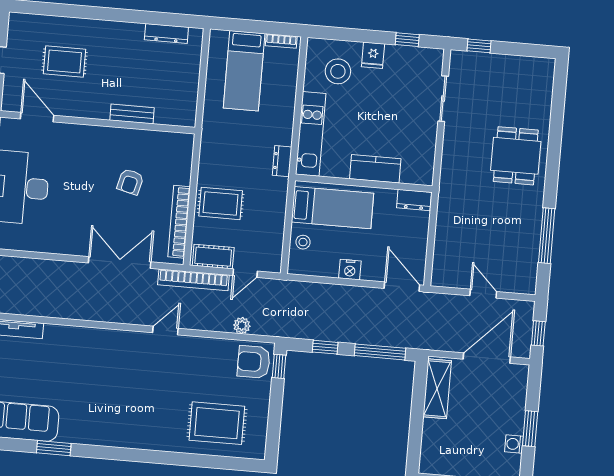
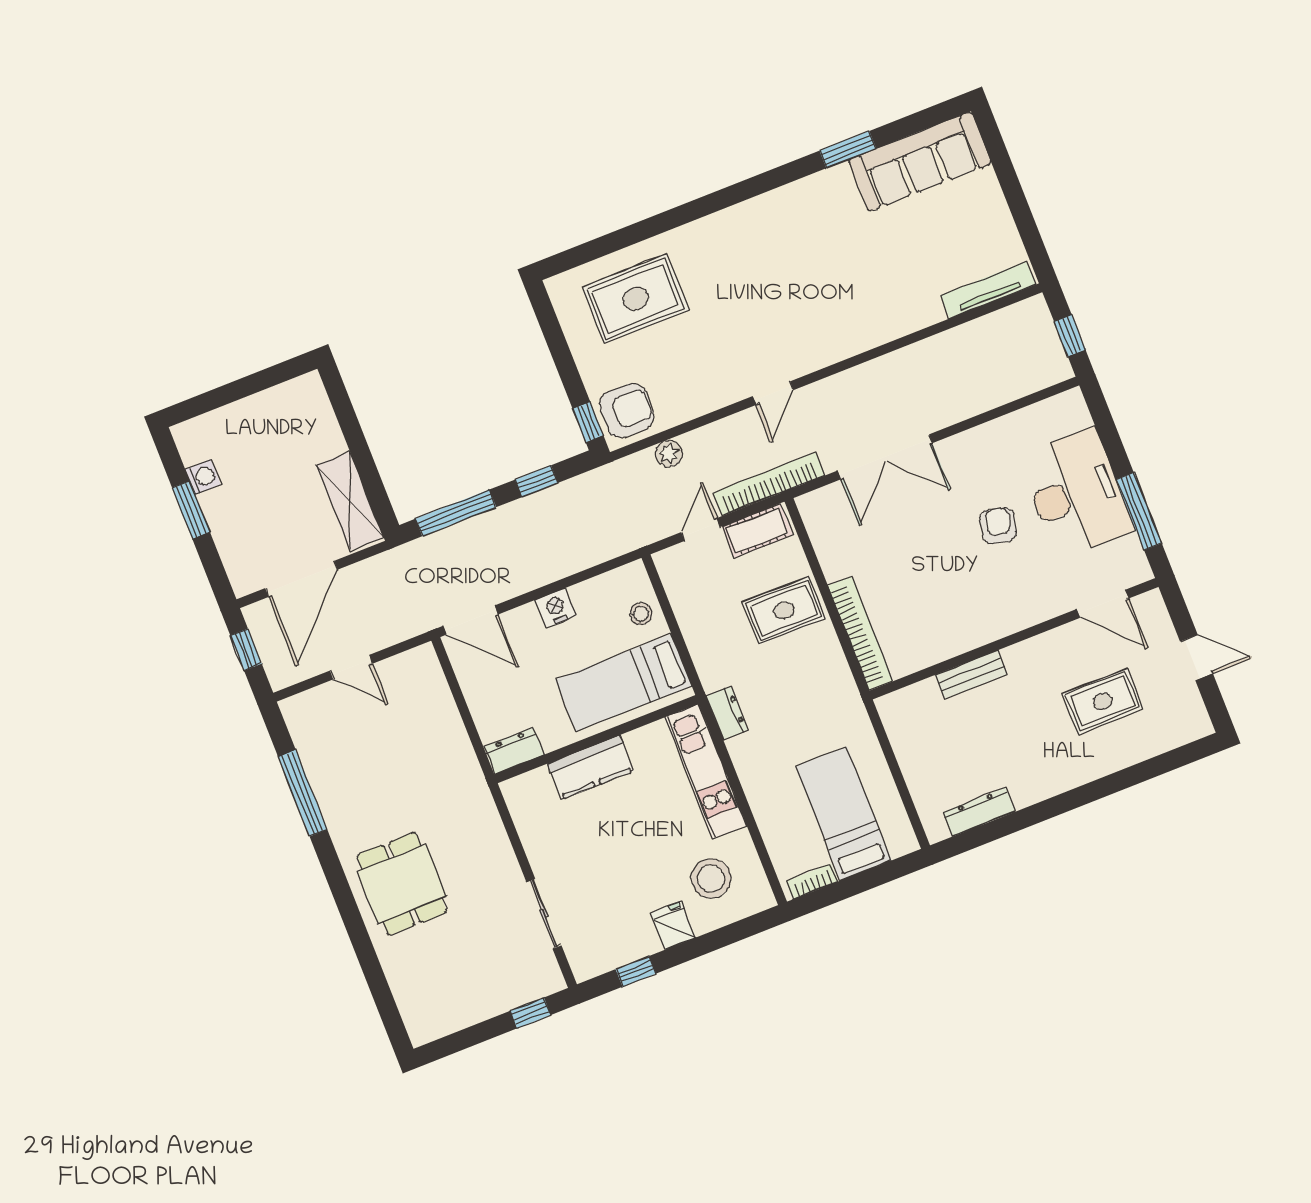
armchair: (130, 182) -> (998, 526), moved
bookcase: (179, 222) -> (860, 633), moved

